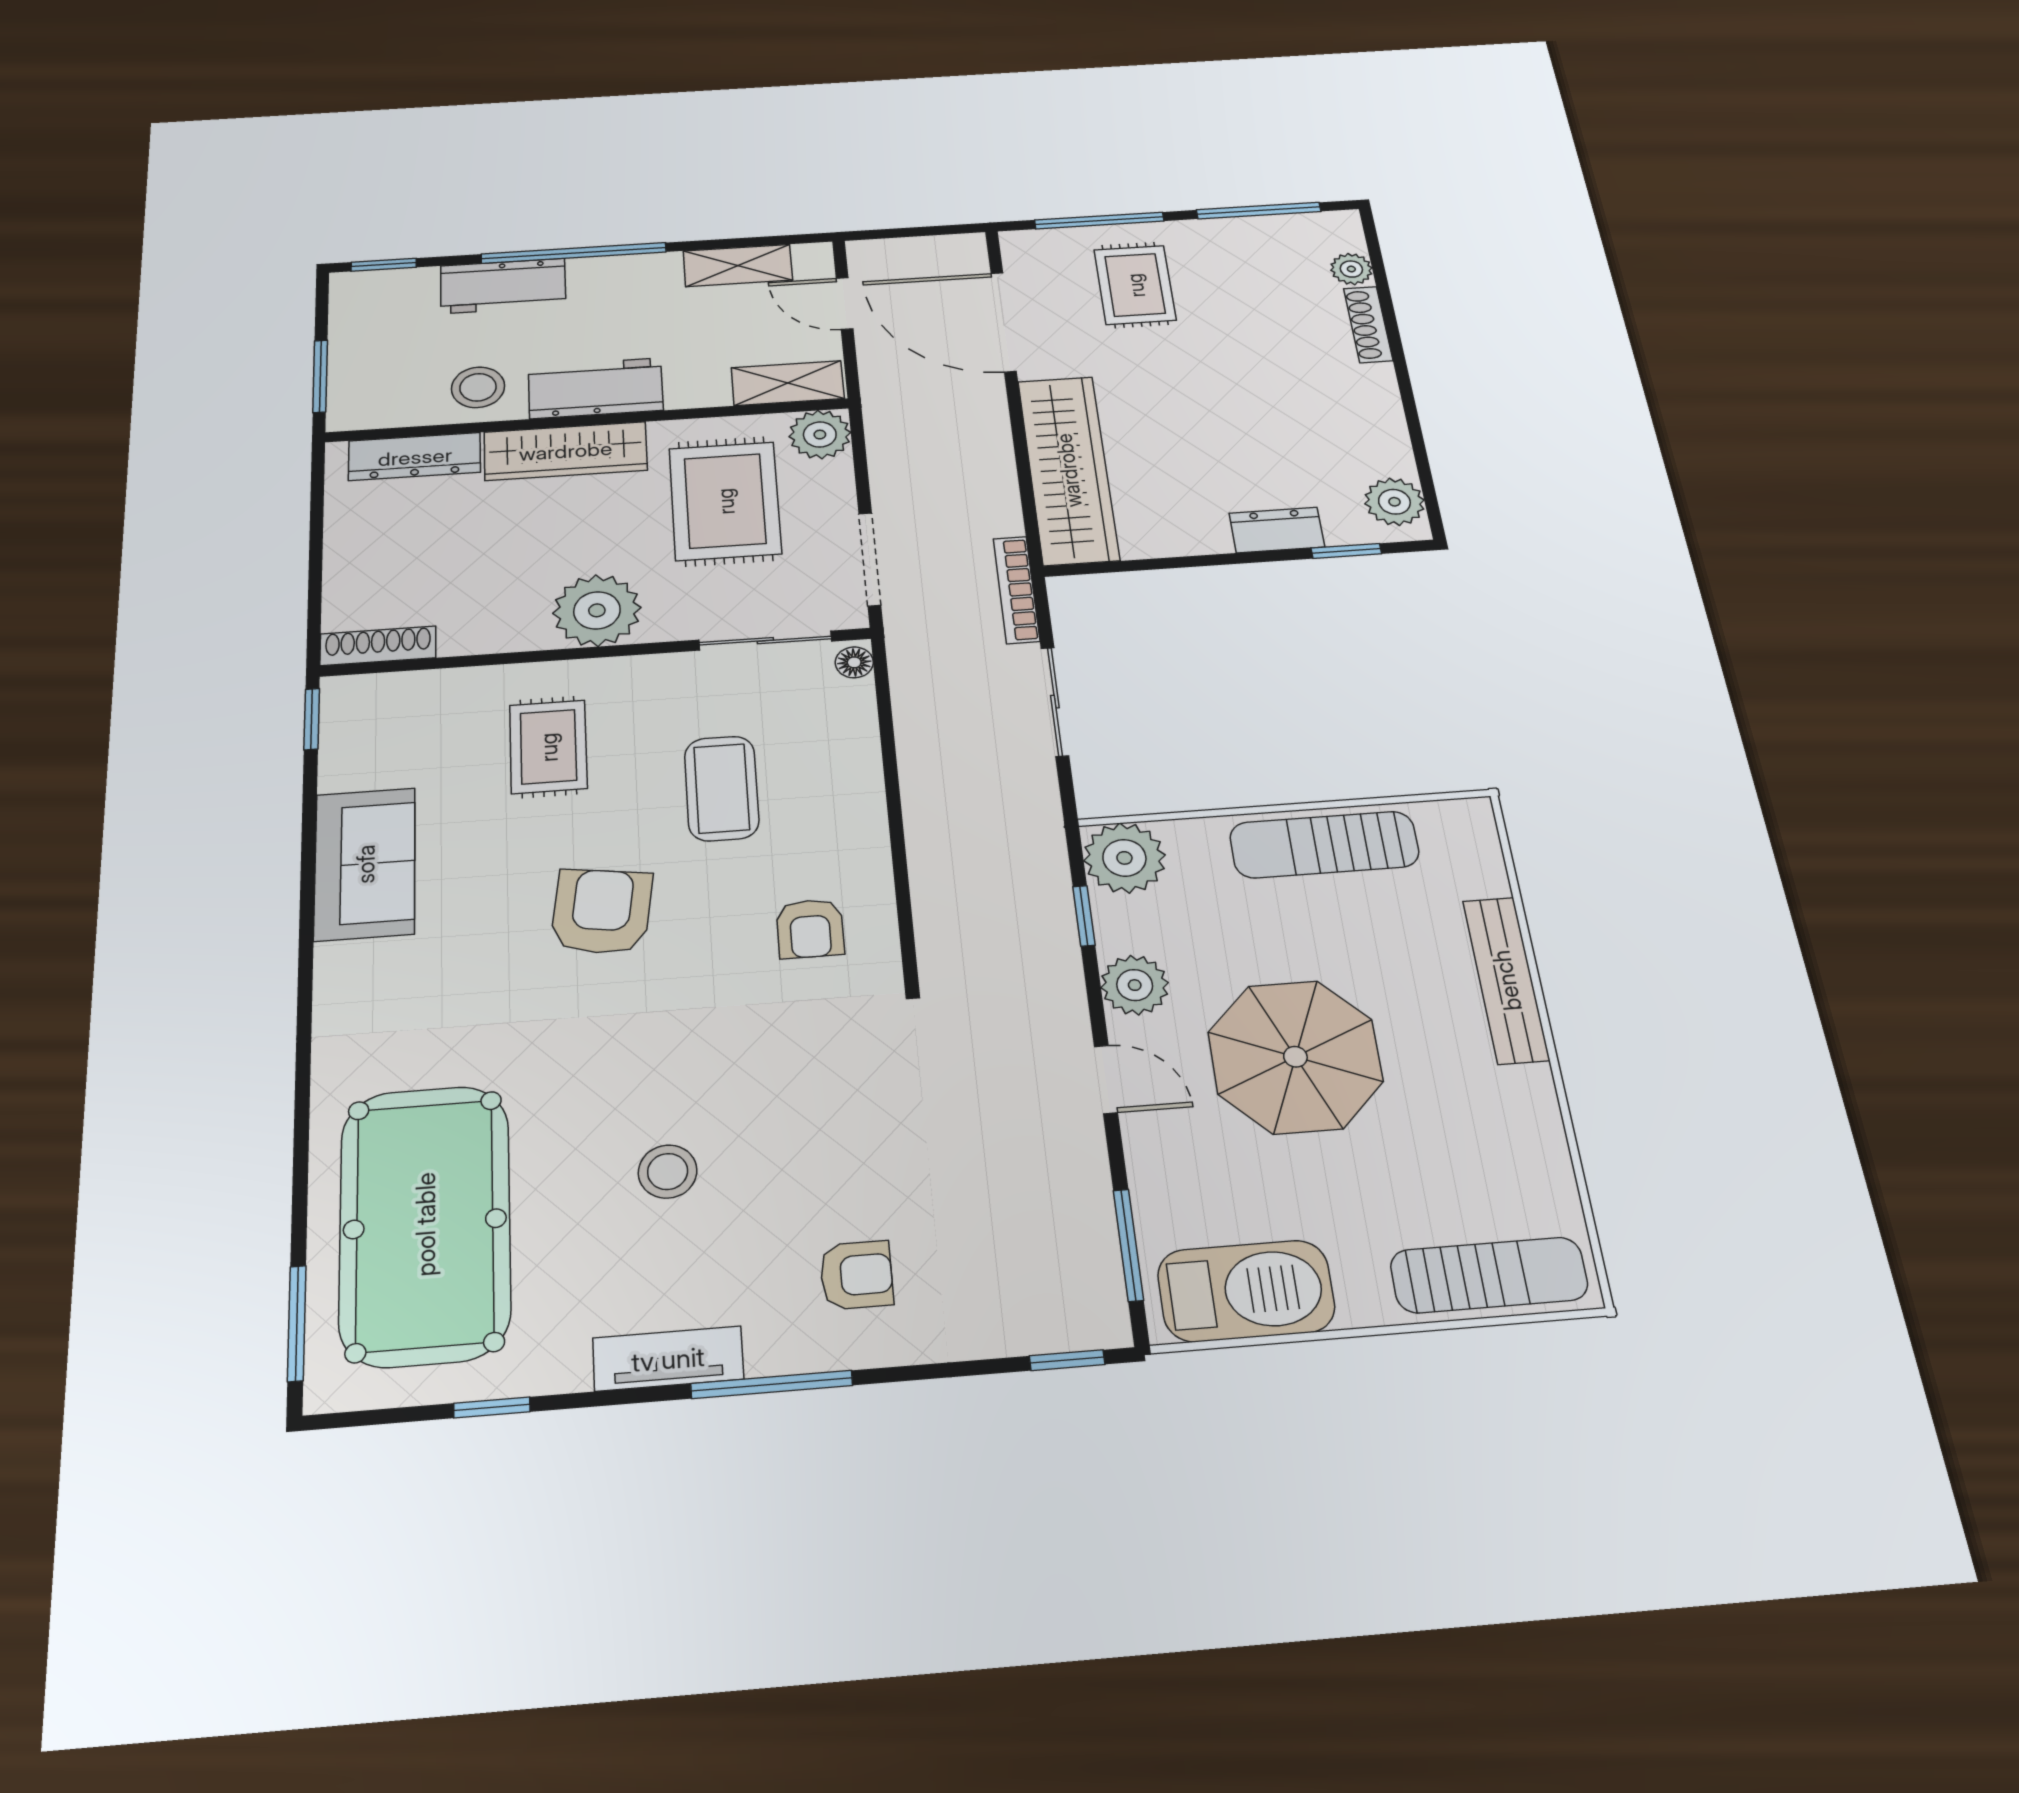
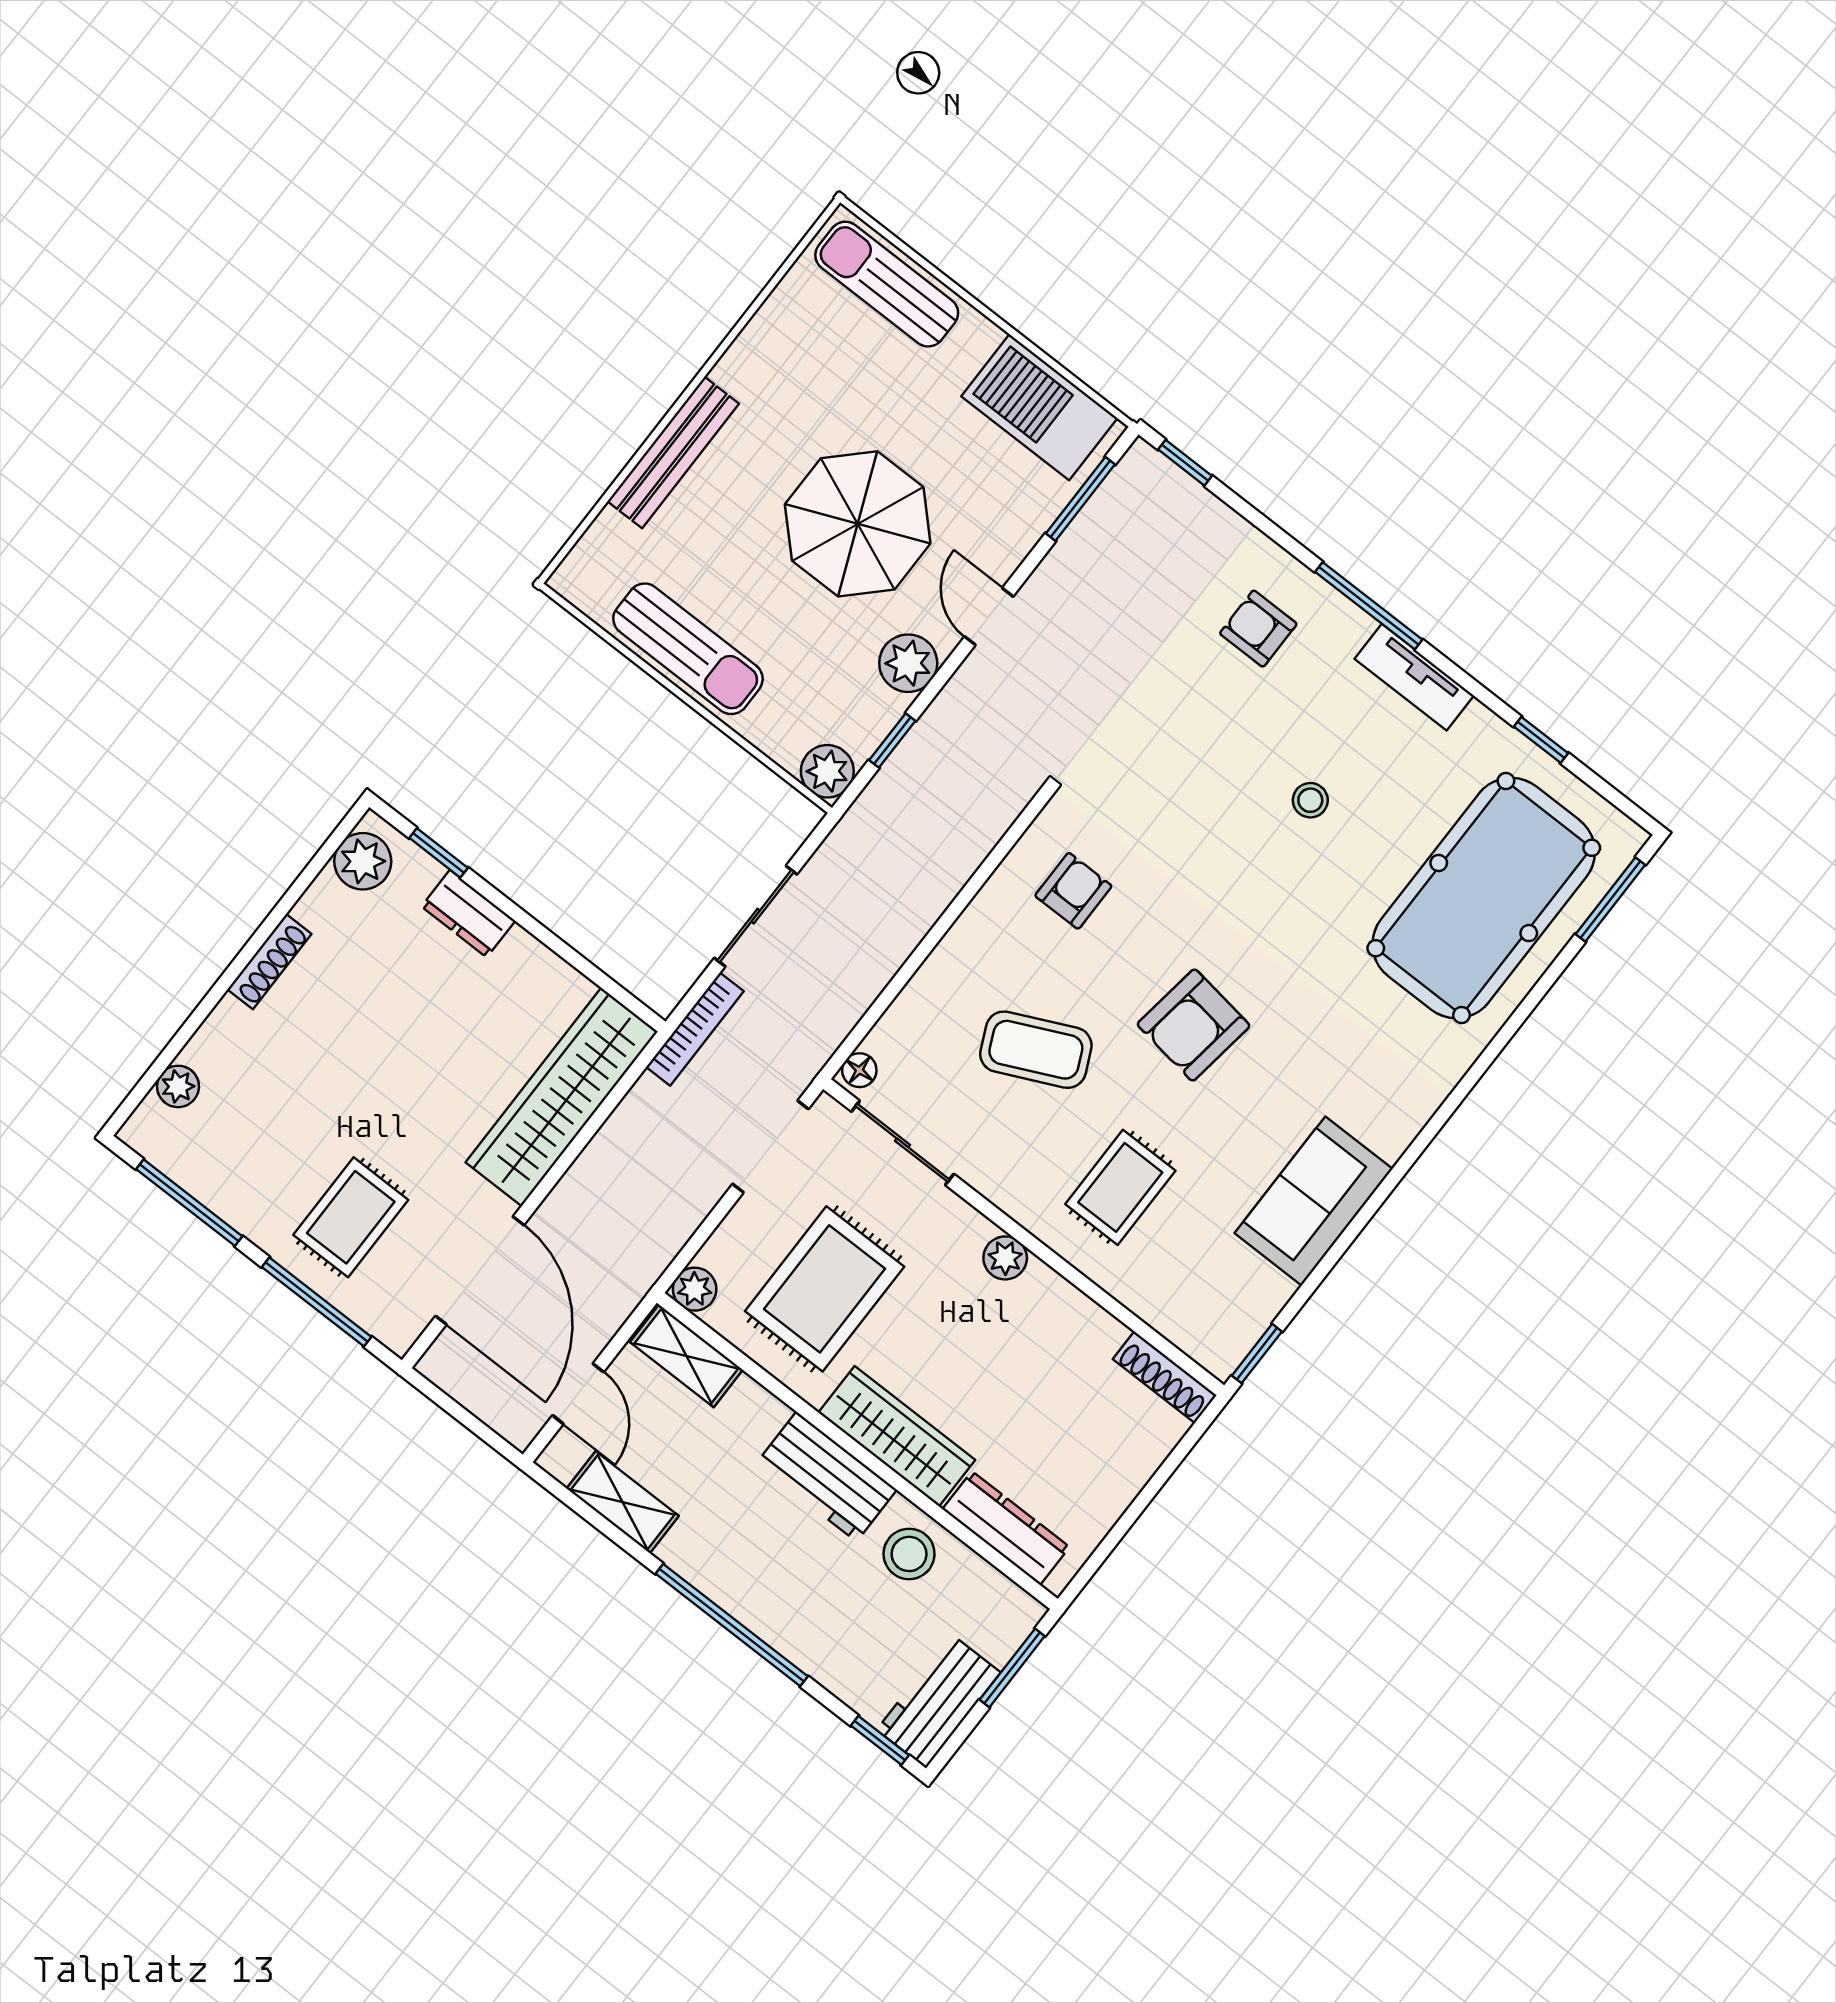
workbench: (503, 286) -> (939, 1701), moved, turned -90
shoe rack: (1368, 325) -> (269, 962), moved
plant: (820, 435) -> (695, 1289), width x0.73, depth x0.73
plant: (597, 610) -> (1005, 1258), width x0.53, depth x0.53
coffee table: (722, 788) -> (1036, 1050), turned 65
plant: (1124, 858) -> (827, 771), width x0.73, depth x0.73
stool: (668, 1172) -> (1310, 800), width x0.73, depth x0.73

